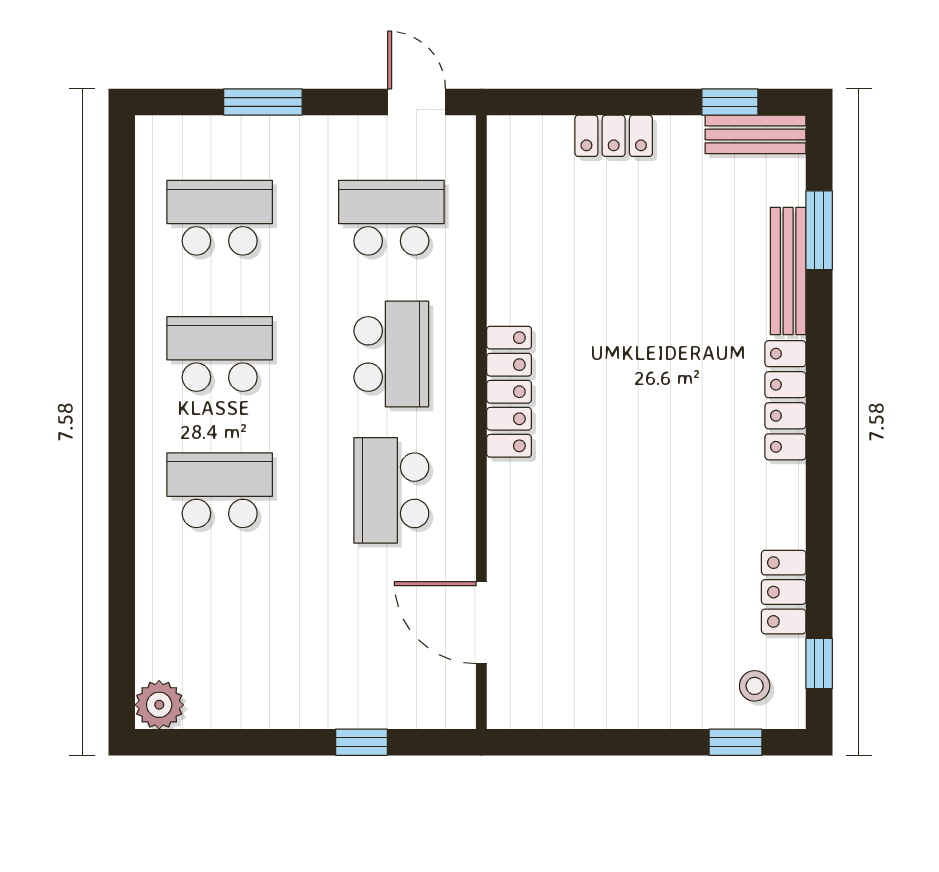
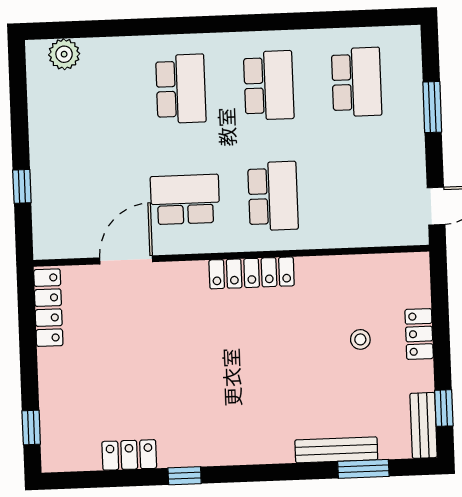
school desk: (391, 218) -> (361, 193), removed
school desk: (391, 354) -> (273, 196), turned -90
locker: (785, 400) -> (48, 308), moved, turned 90
door: (481, 623) -> (126, 260), moved
window: (819, 663) -> (185, 476), moved
stool: (755, 686) -> (360, 339), moved
plant: (159, 705) -> (64, 54), moved

